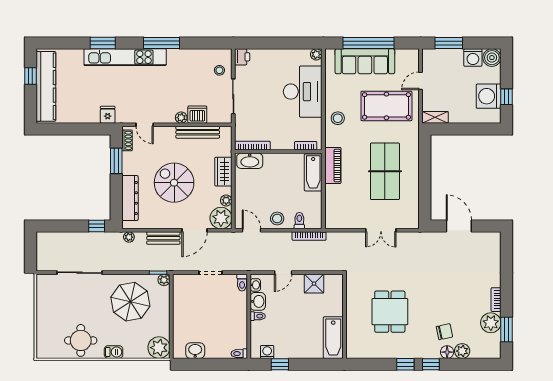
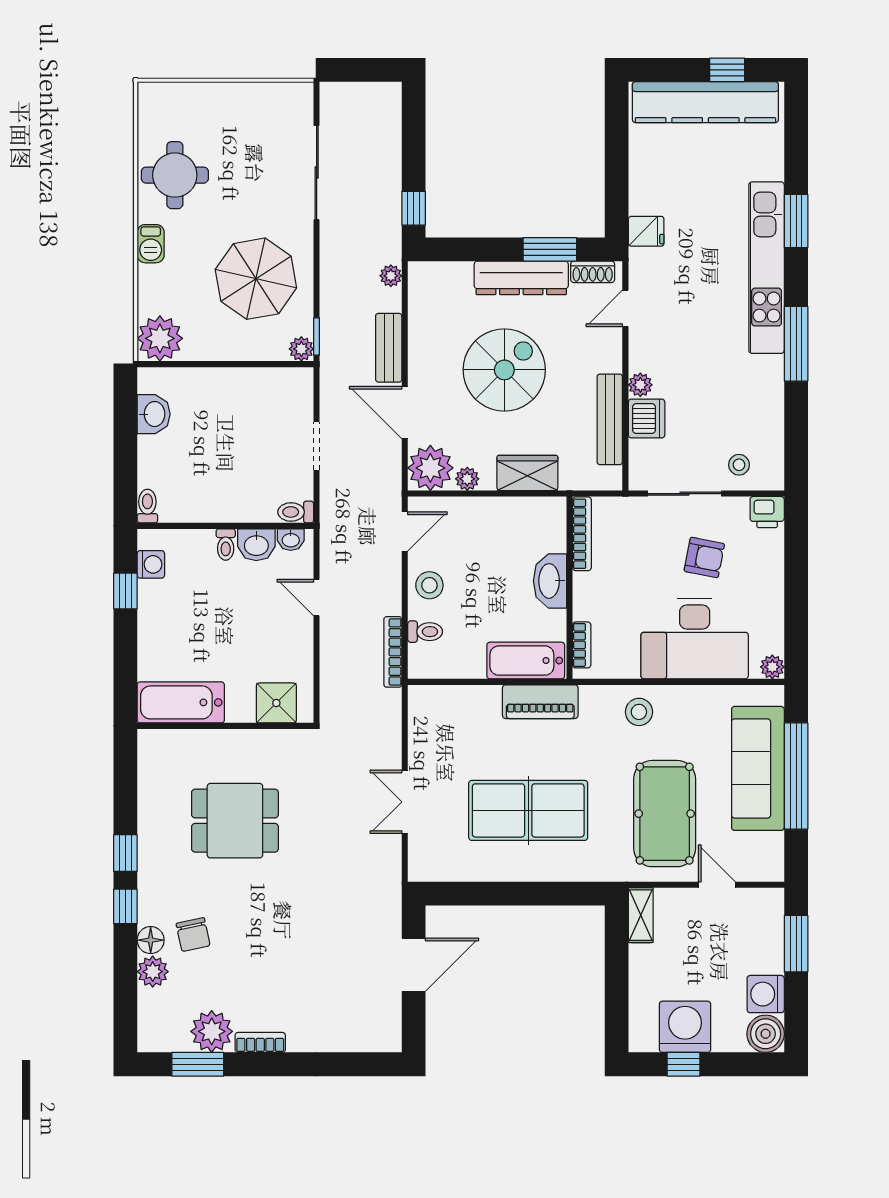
armchair: (264, 87) -> (704, 557), added
washbasin: (250, 161) -> (550, 581), moved
dresser: (130, 198) -> (521, 278), moved
shower: (314, 284) -> (276, 703), moved

